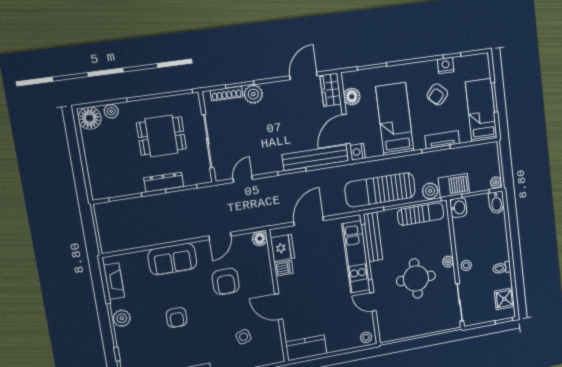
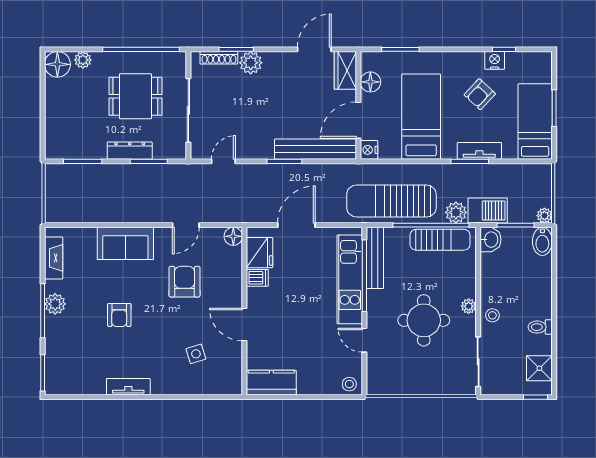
armchair: (226, 281) -> (185, 282), turned 180

